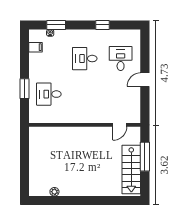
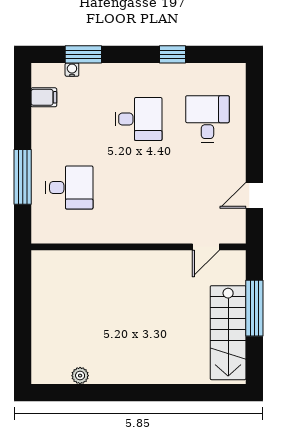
desk: (85, 59) -> (138, 119), turned 180
door: (145, 80) -> (254, 195), moved
window: (25, 89) -> (23, 177), width x1.44
desk: (49, 94) -> (69, 187), turned 180

